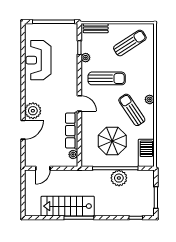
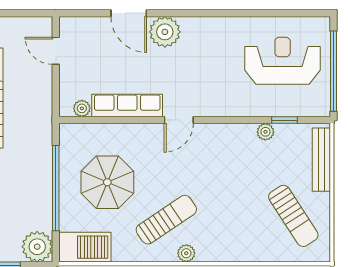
bench: (96, 28) -> (321, 160), width x1.36
reception desk: (38, 60) -> (283, 61), moved
sun lounger: (107, 78) -> (226, 172), removed
plant: (119, 178) -> (37, 247), moved

